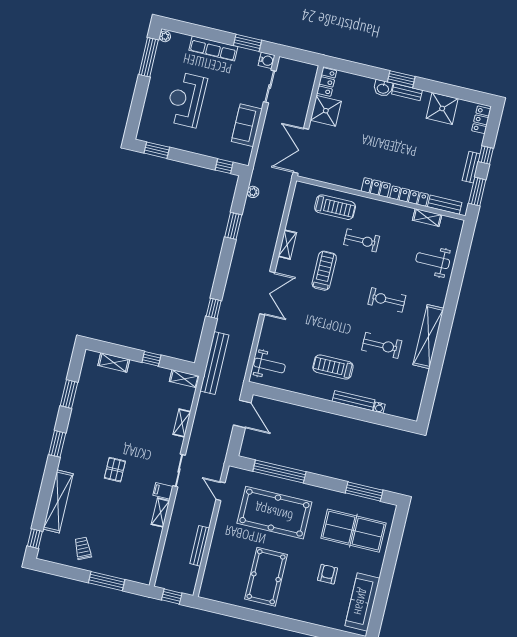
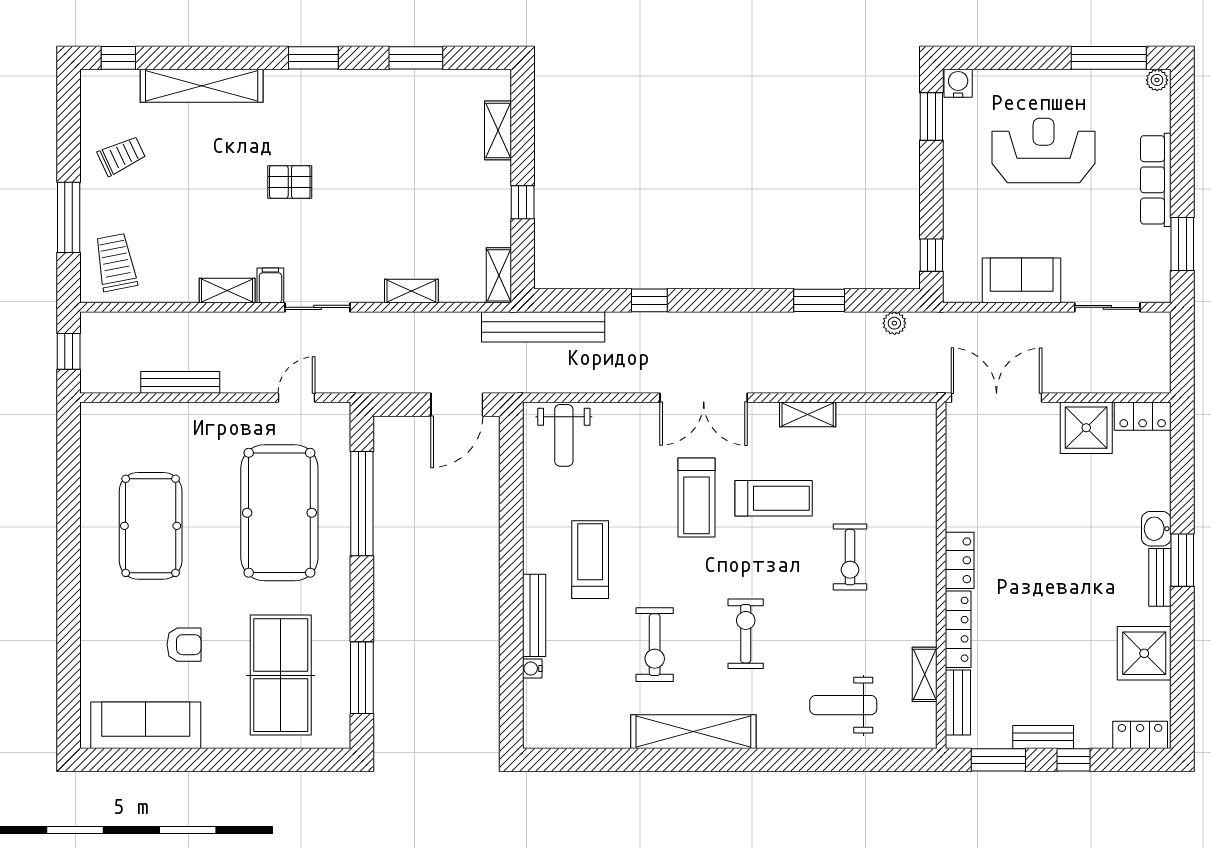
water cooler: (267, 60) -> (958, 83), moved, turned 180
treadmill: (335, 207) -> (697, 498), moved
weight bench: (433, 261) -> (843, 705), turned -90
trolley: (134, 563) -> (116, 262), added
pool table: (266, 577) -> (151, 526), turned 90

